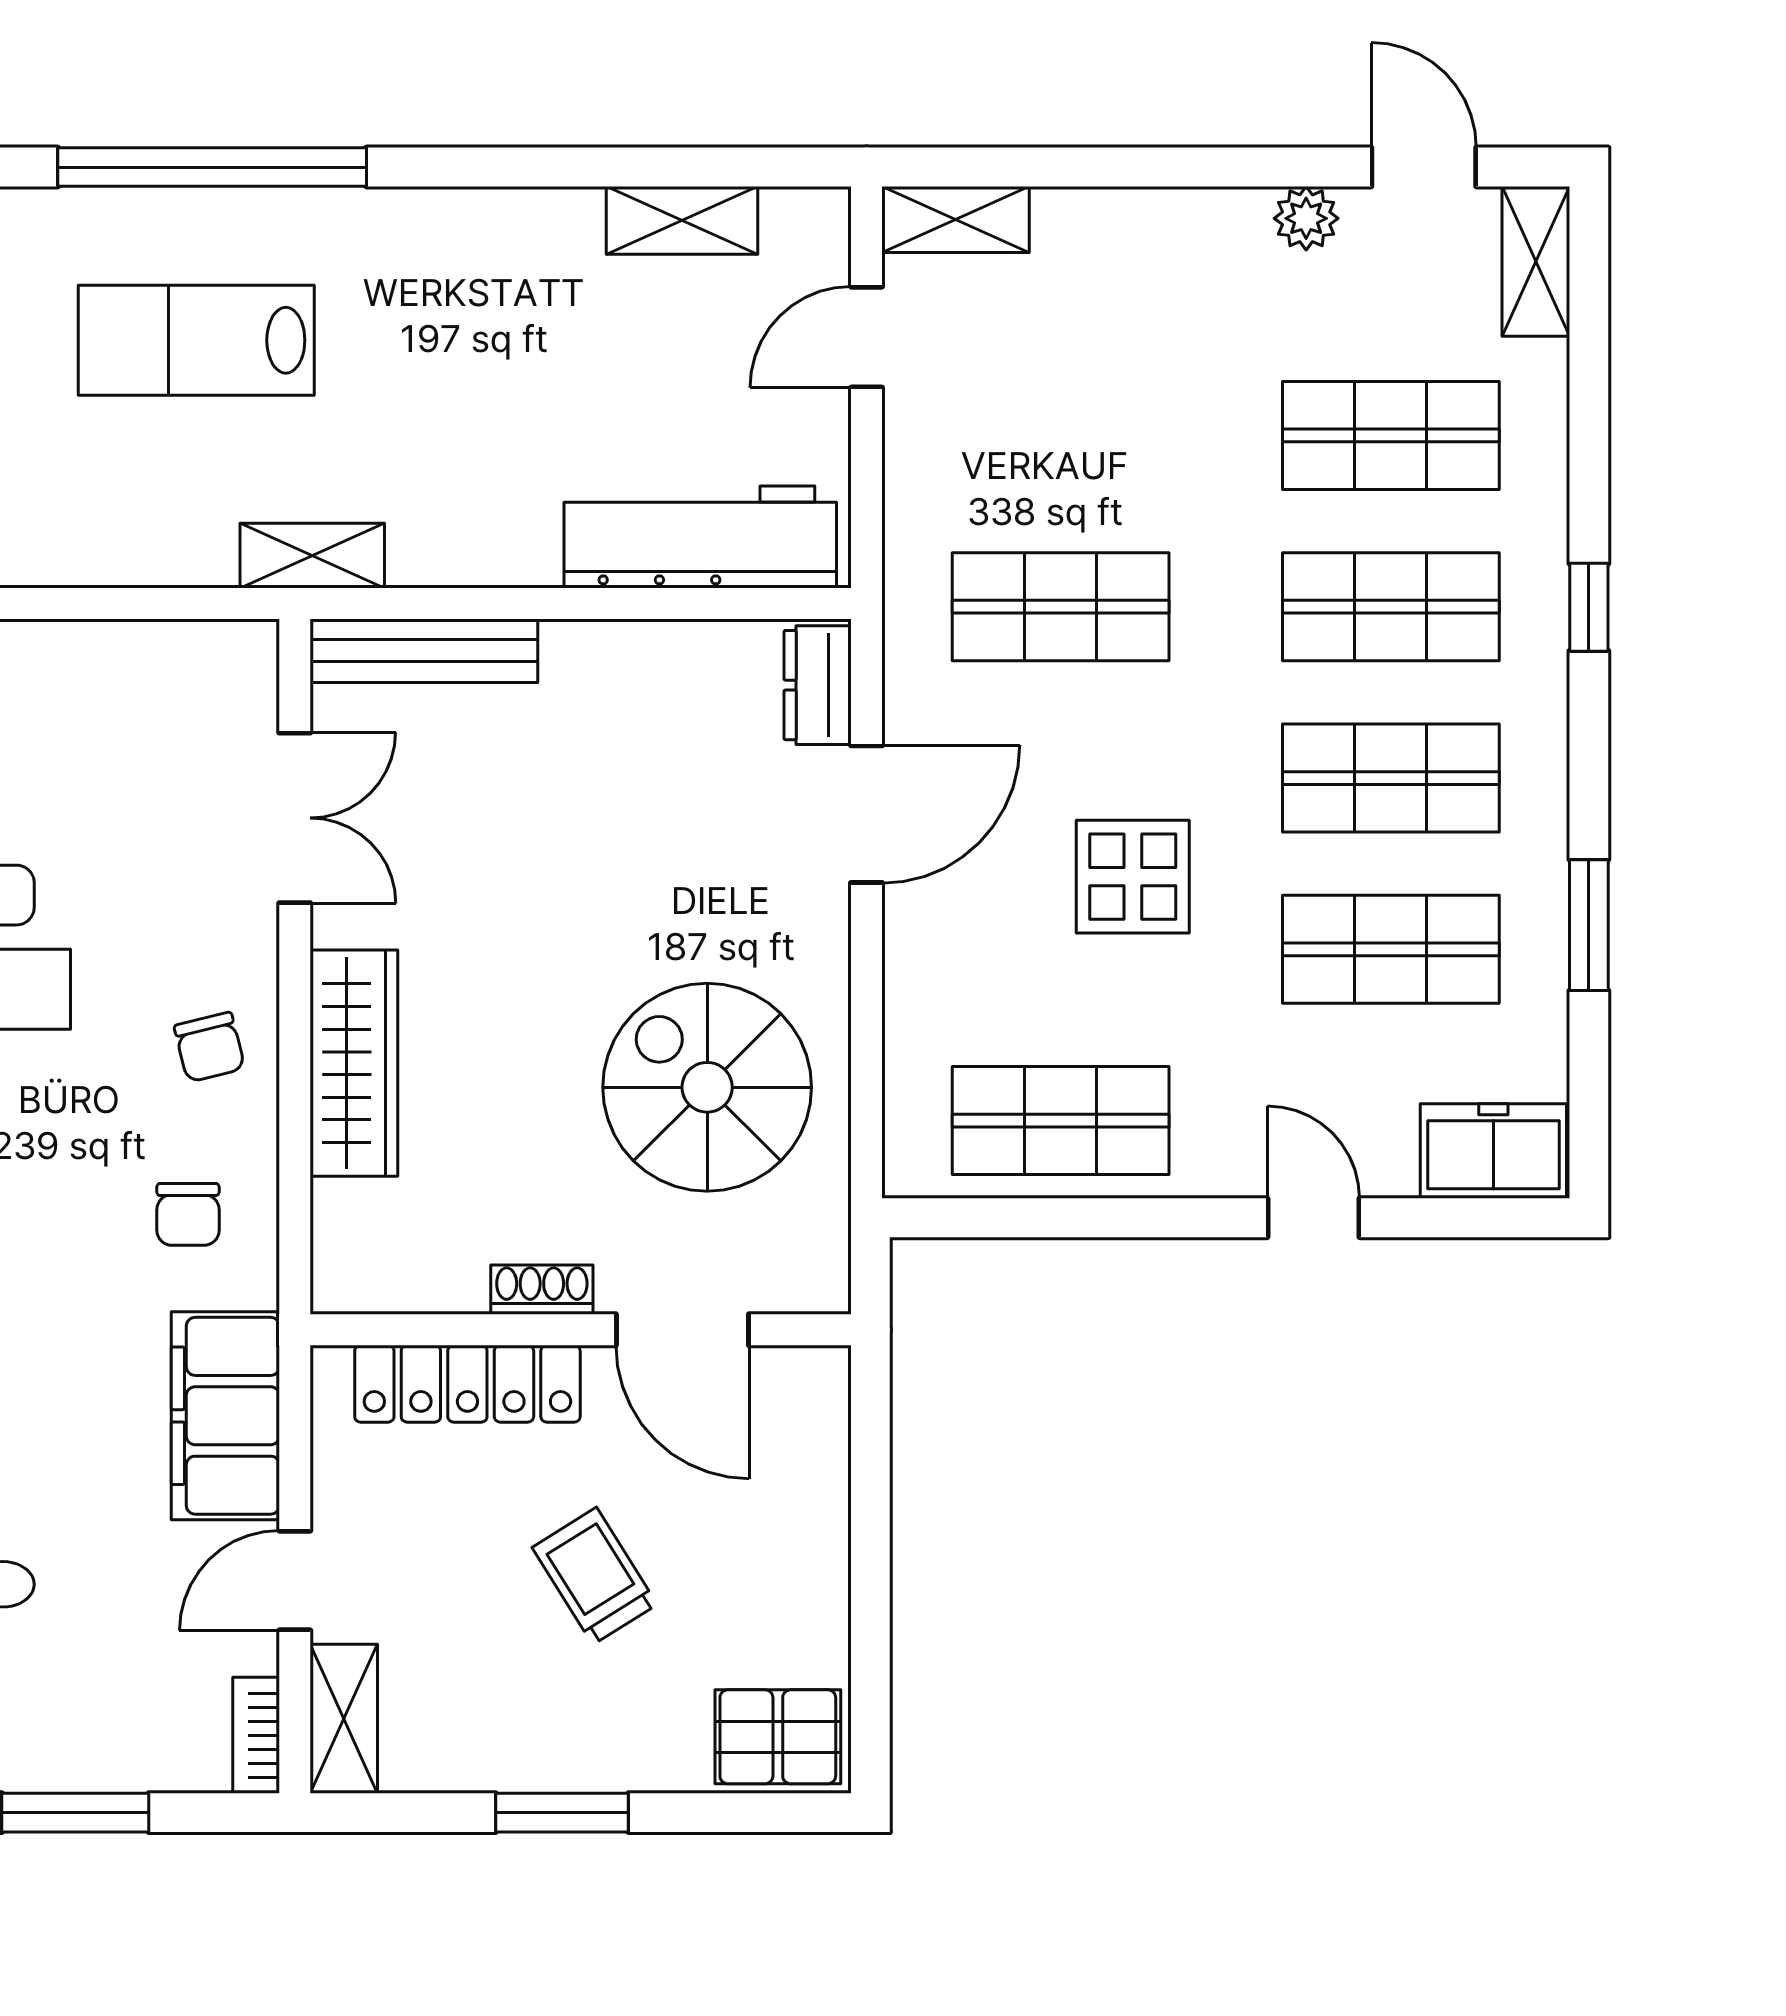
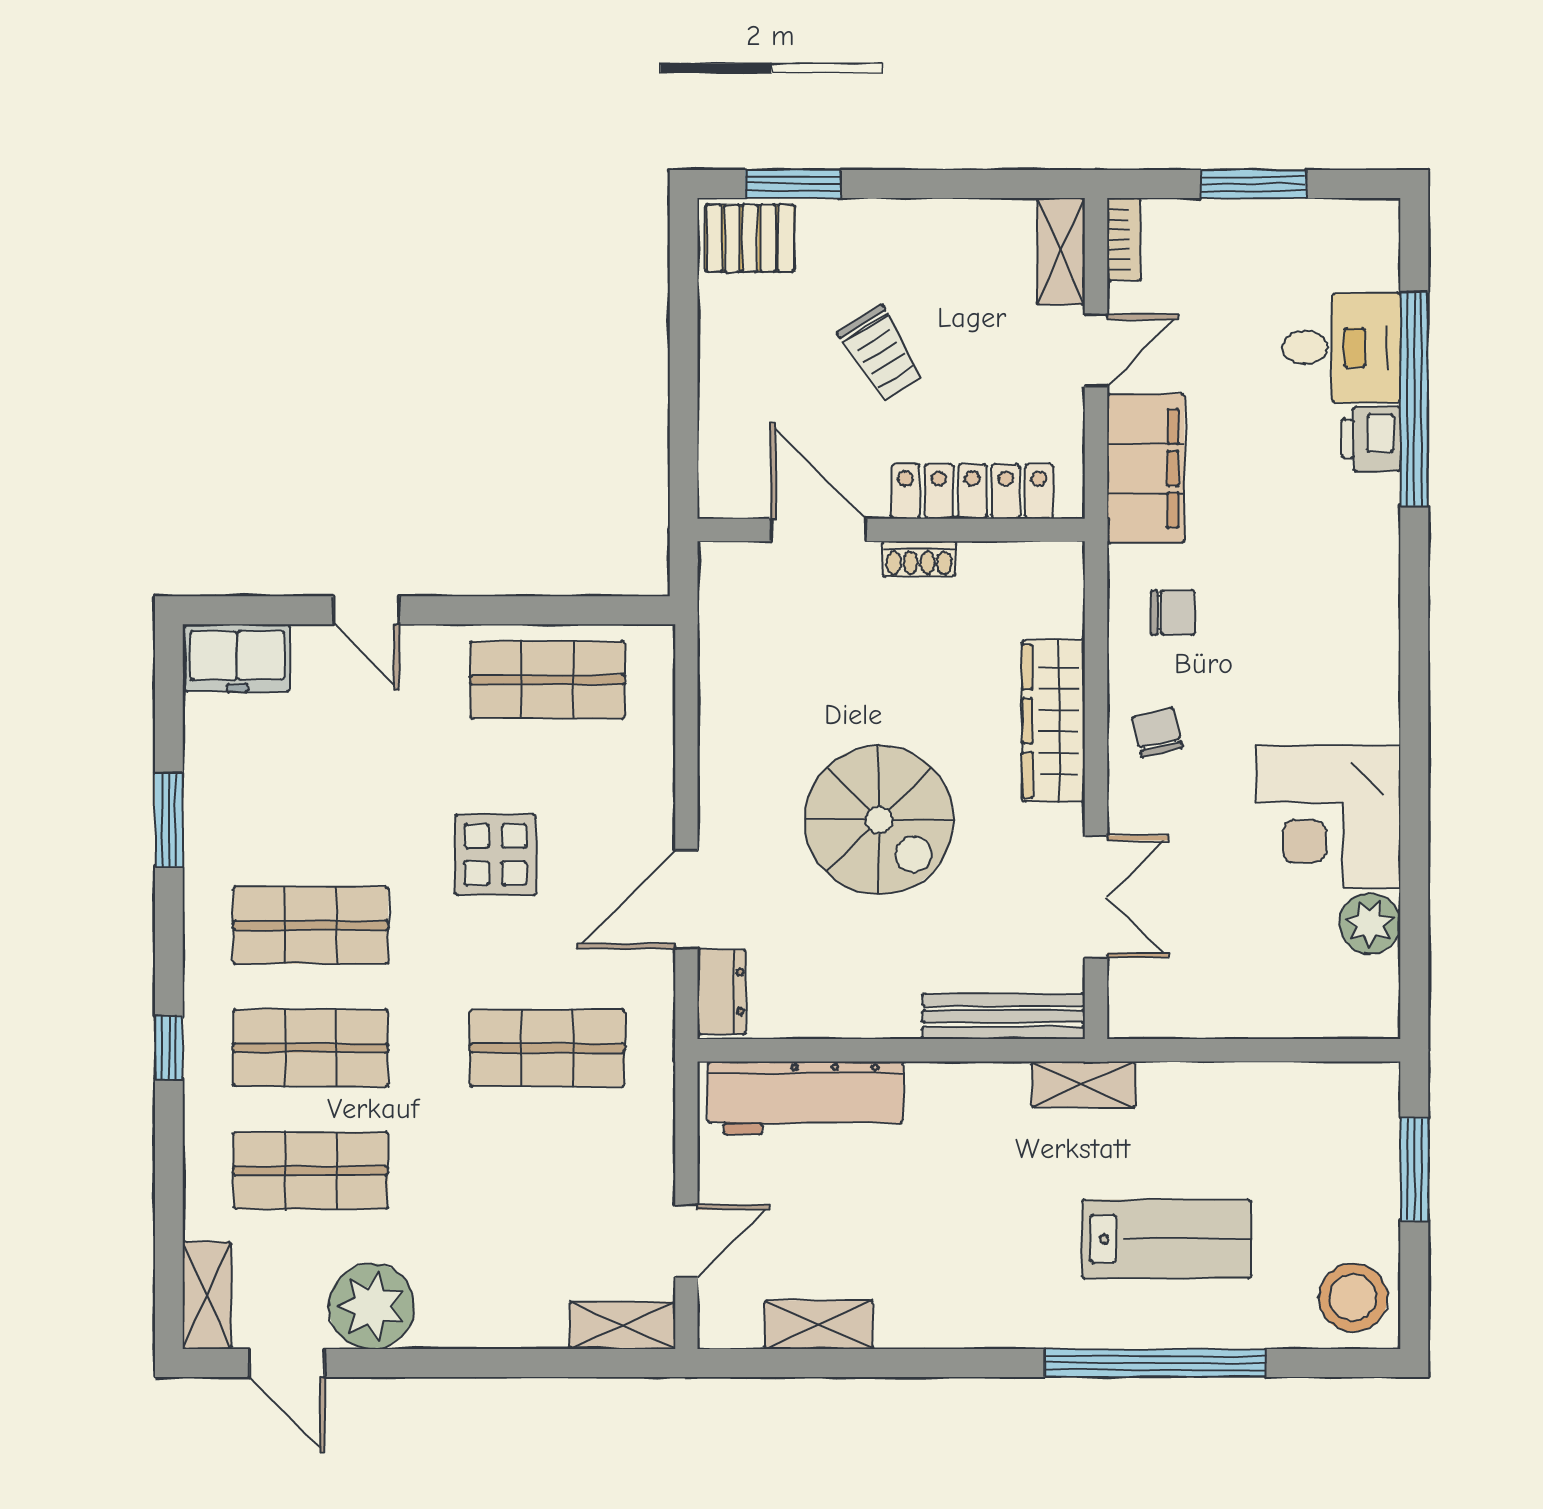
plant: (1306, 218) -> (371, 1306), width x1.87, depth x1.87
double door: (295, 818) -> (1096, 897), swing flipped
shop shelf: (1391, 949) -> (311, 803), removed
spiral stairs: (707, 1087) -> (879, 820), moved
chair: (188, 1214) -> (1173, 613), turned 90
window: (562, 1813) -> (793, 184), moved

